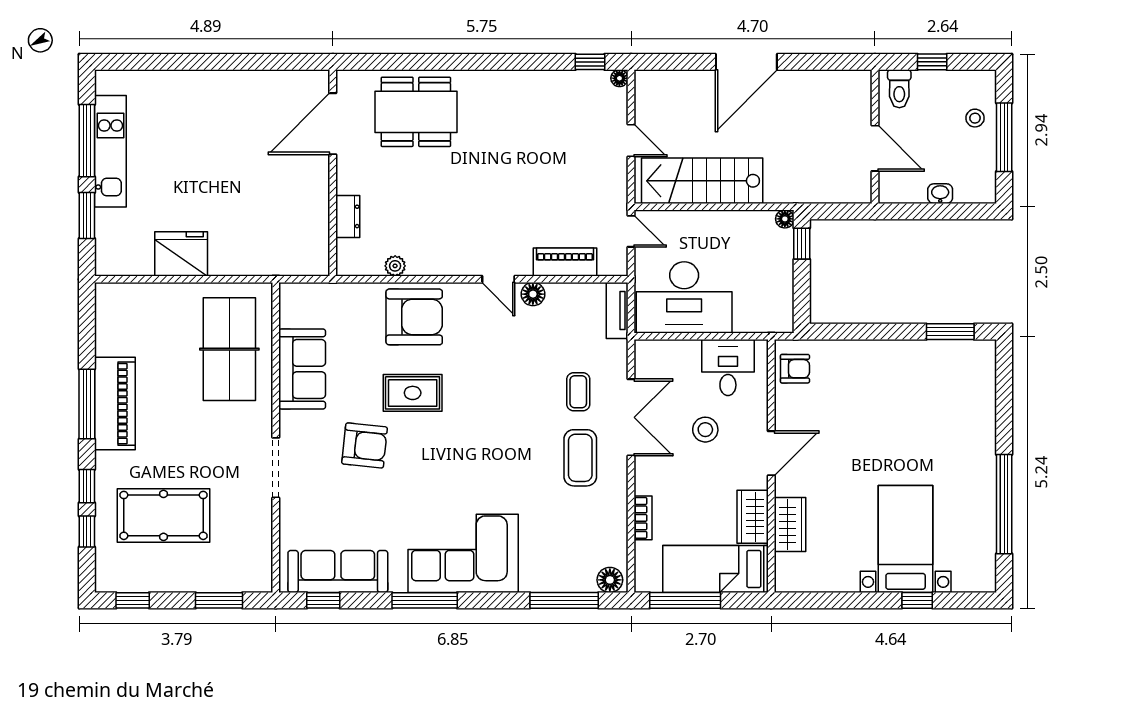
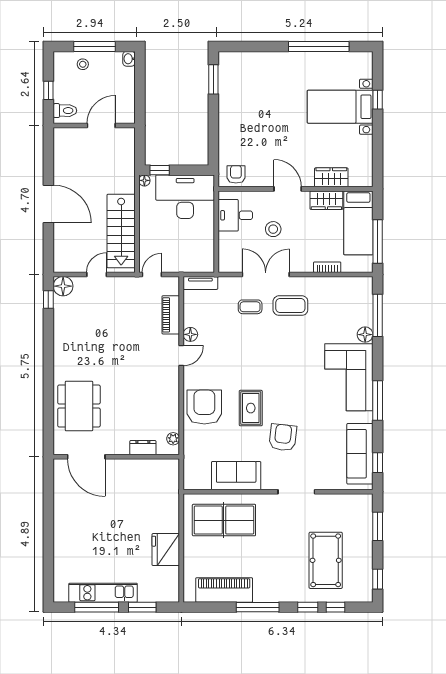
floor lamp: (619, 78) -> (63, 286), width x1.89, depth x1.89
washbasin: (940, 194) -> (129, 59), moved
plant: (395, 266) -> (173, 439), moved
desk: (684, 297) -> (185, 197), moved, turned -90
piano: (115, 404) -> (224, 590), moved
floor lamp: (610, 580) -> (365, 335), moved

